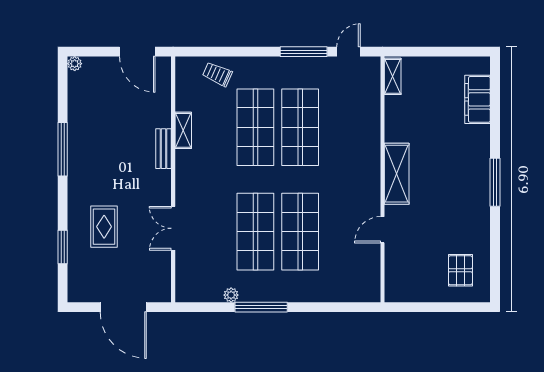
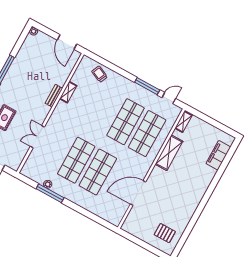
shop shelf: (255, 127) -> (147, 134), moved
shelving: (397, 174) -> (169, 153), moved
window: (495, 182) -> (205, 200), removed
door: (383, 230) -> (138, 193), width x1.87
pallet: (460, 270) -> (165, 233), turned 90
window: (261, 307) -> (50, 193), moved

